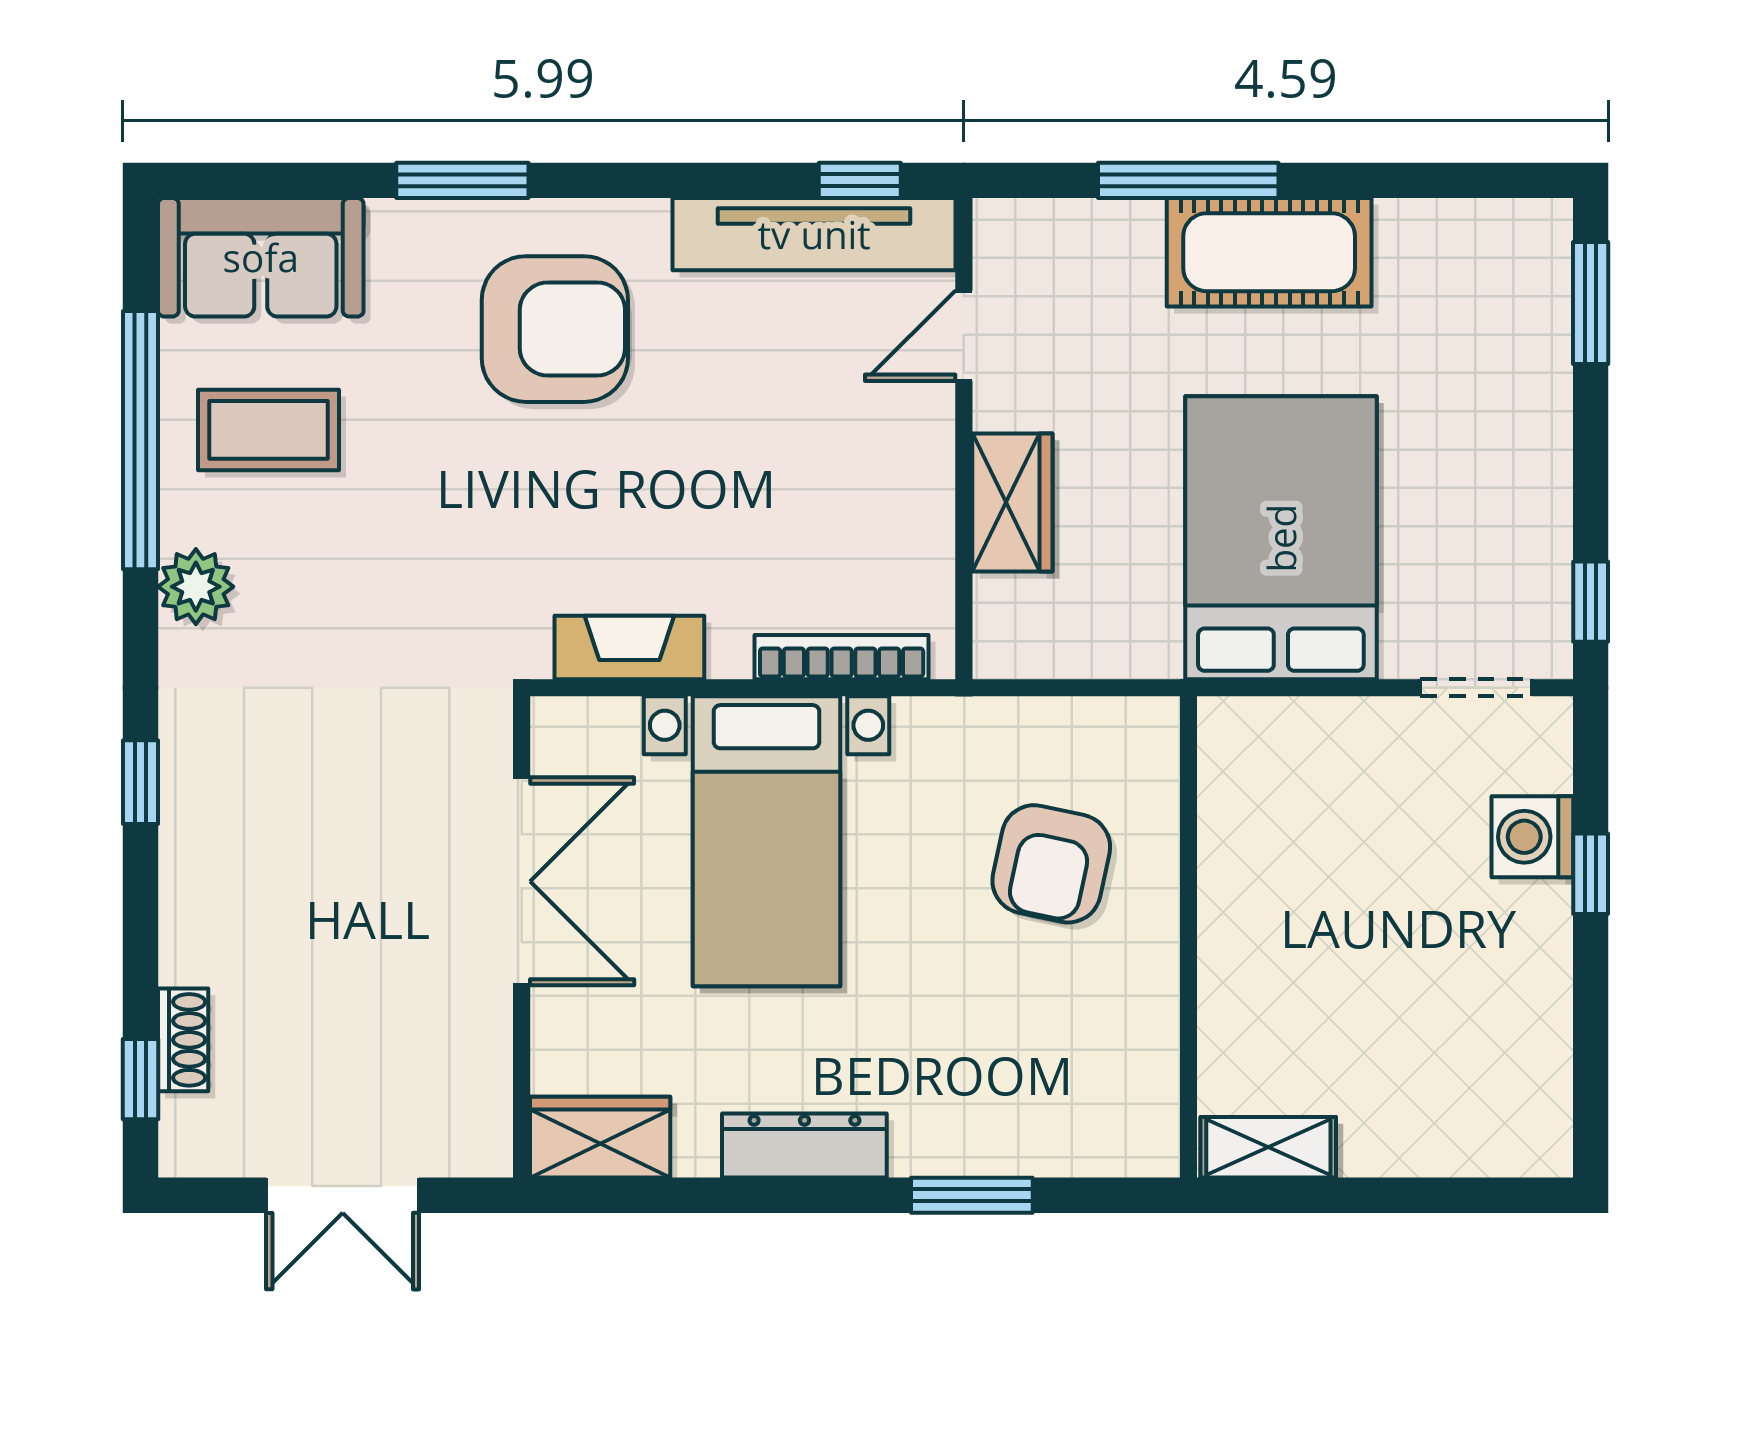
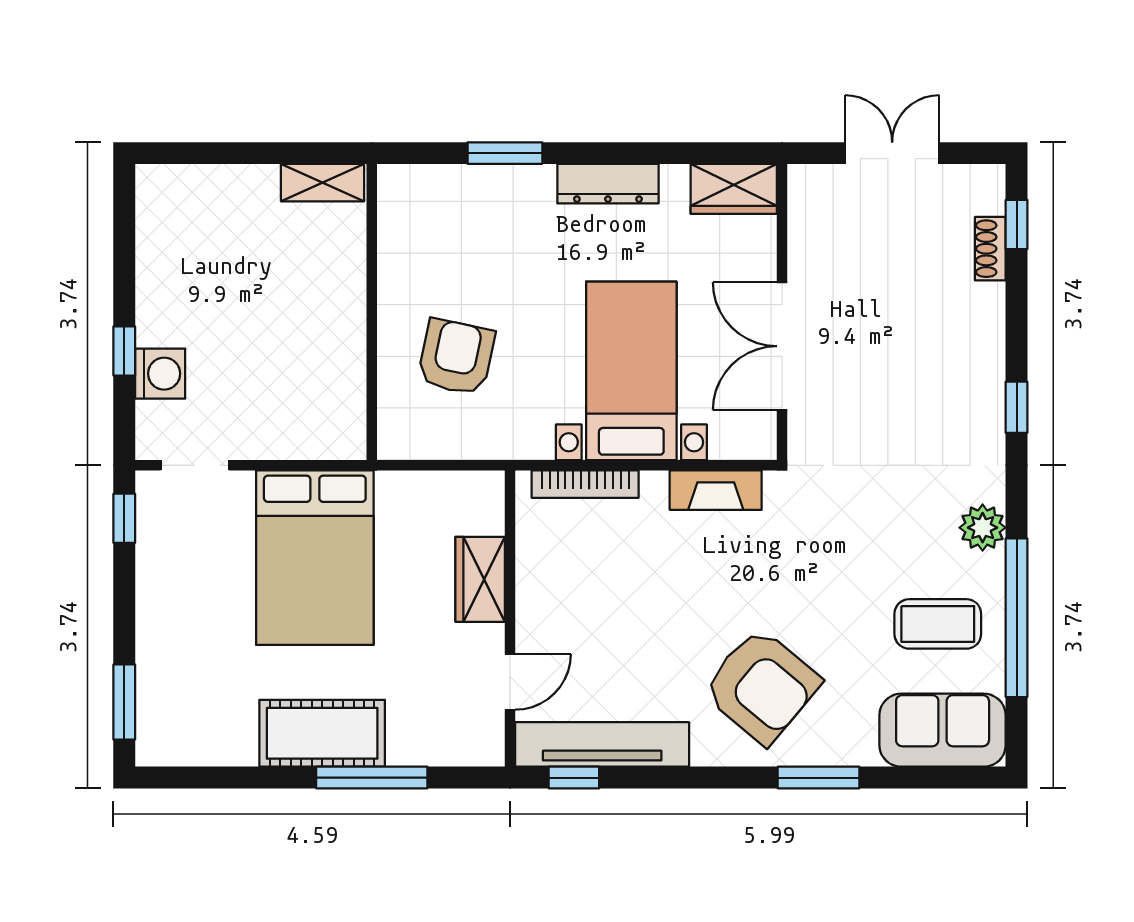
armchair: (555, 329) -> (762, 686), turned -140

